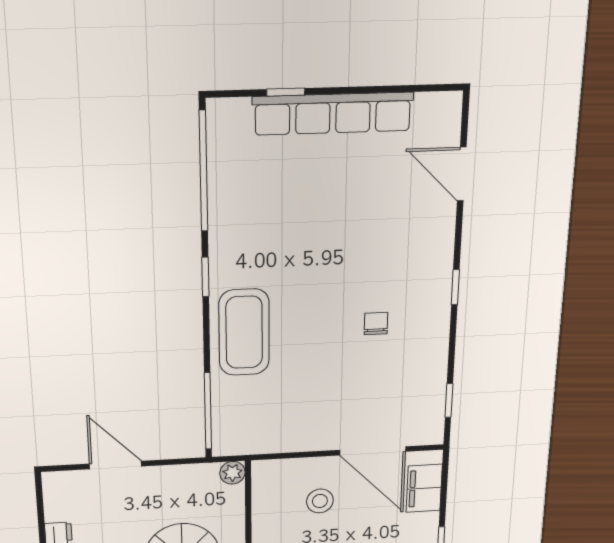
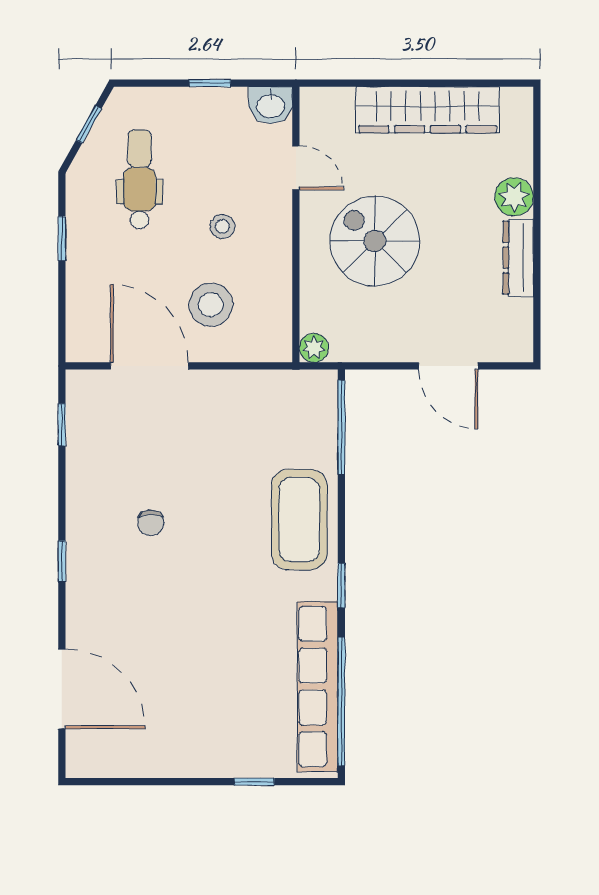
row of seats: (333, 114) -> (318, 687), moved, turned -90
door: (462, 174) -> (62, 689), width x1.36
filing cabinet: (424, 488) -> (86, 313), removed
stool: (320, 501) -> (211, 305), width x1.38, depth x1.38

